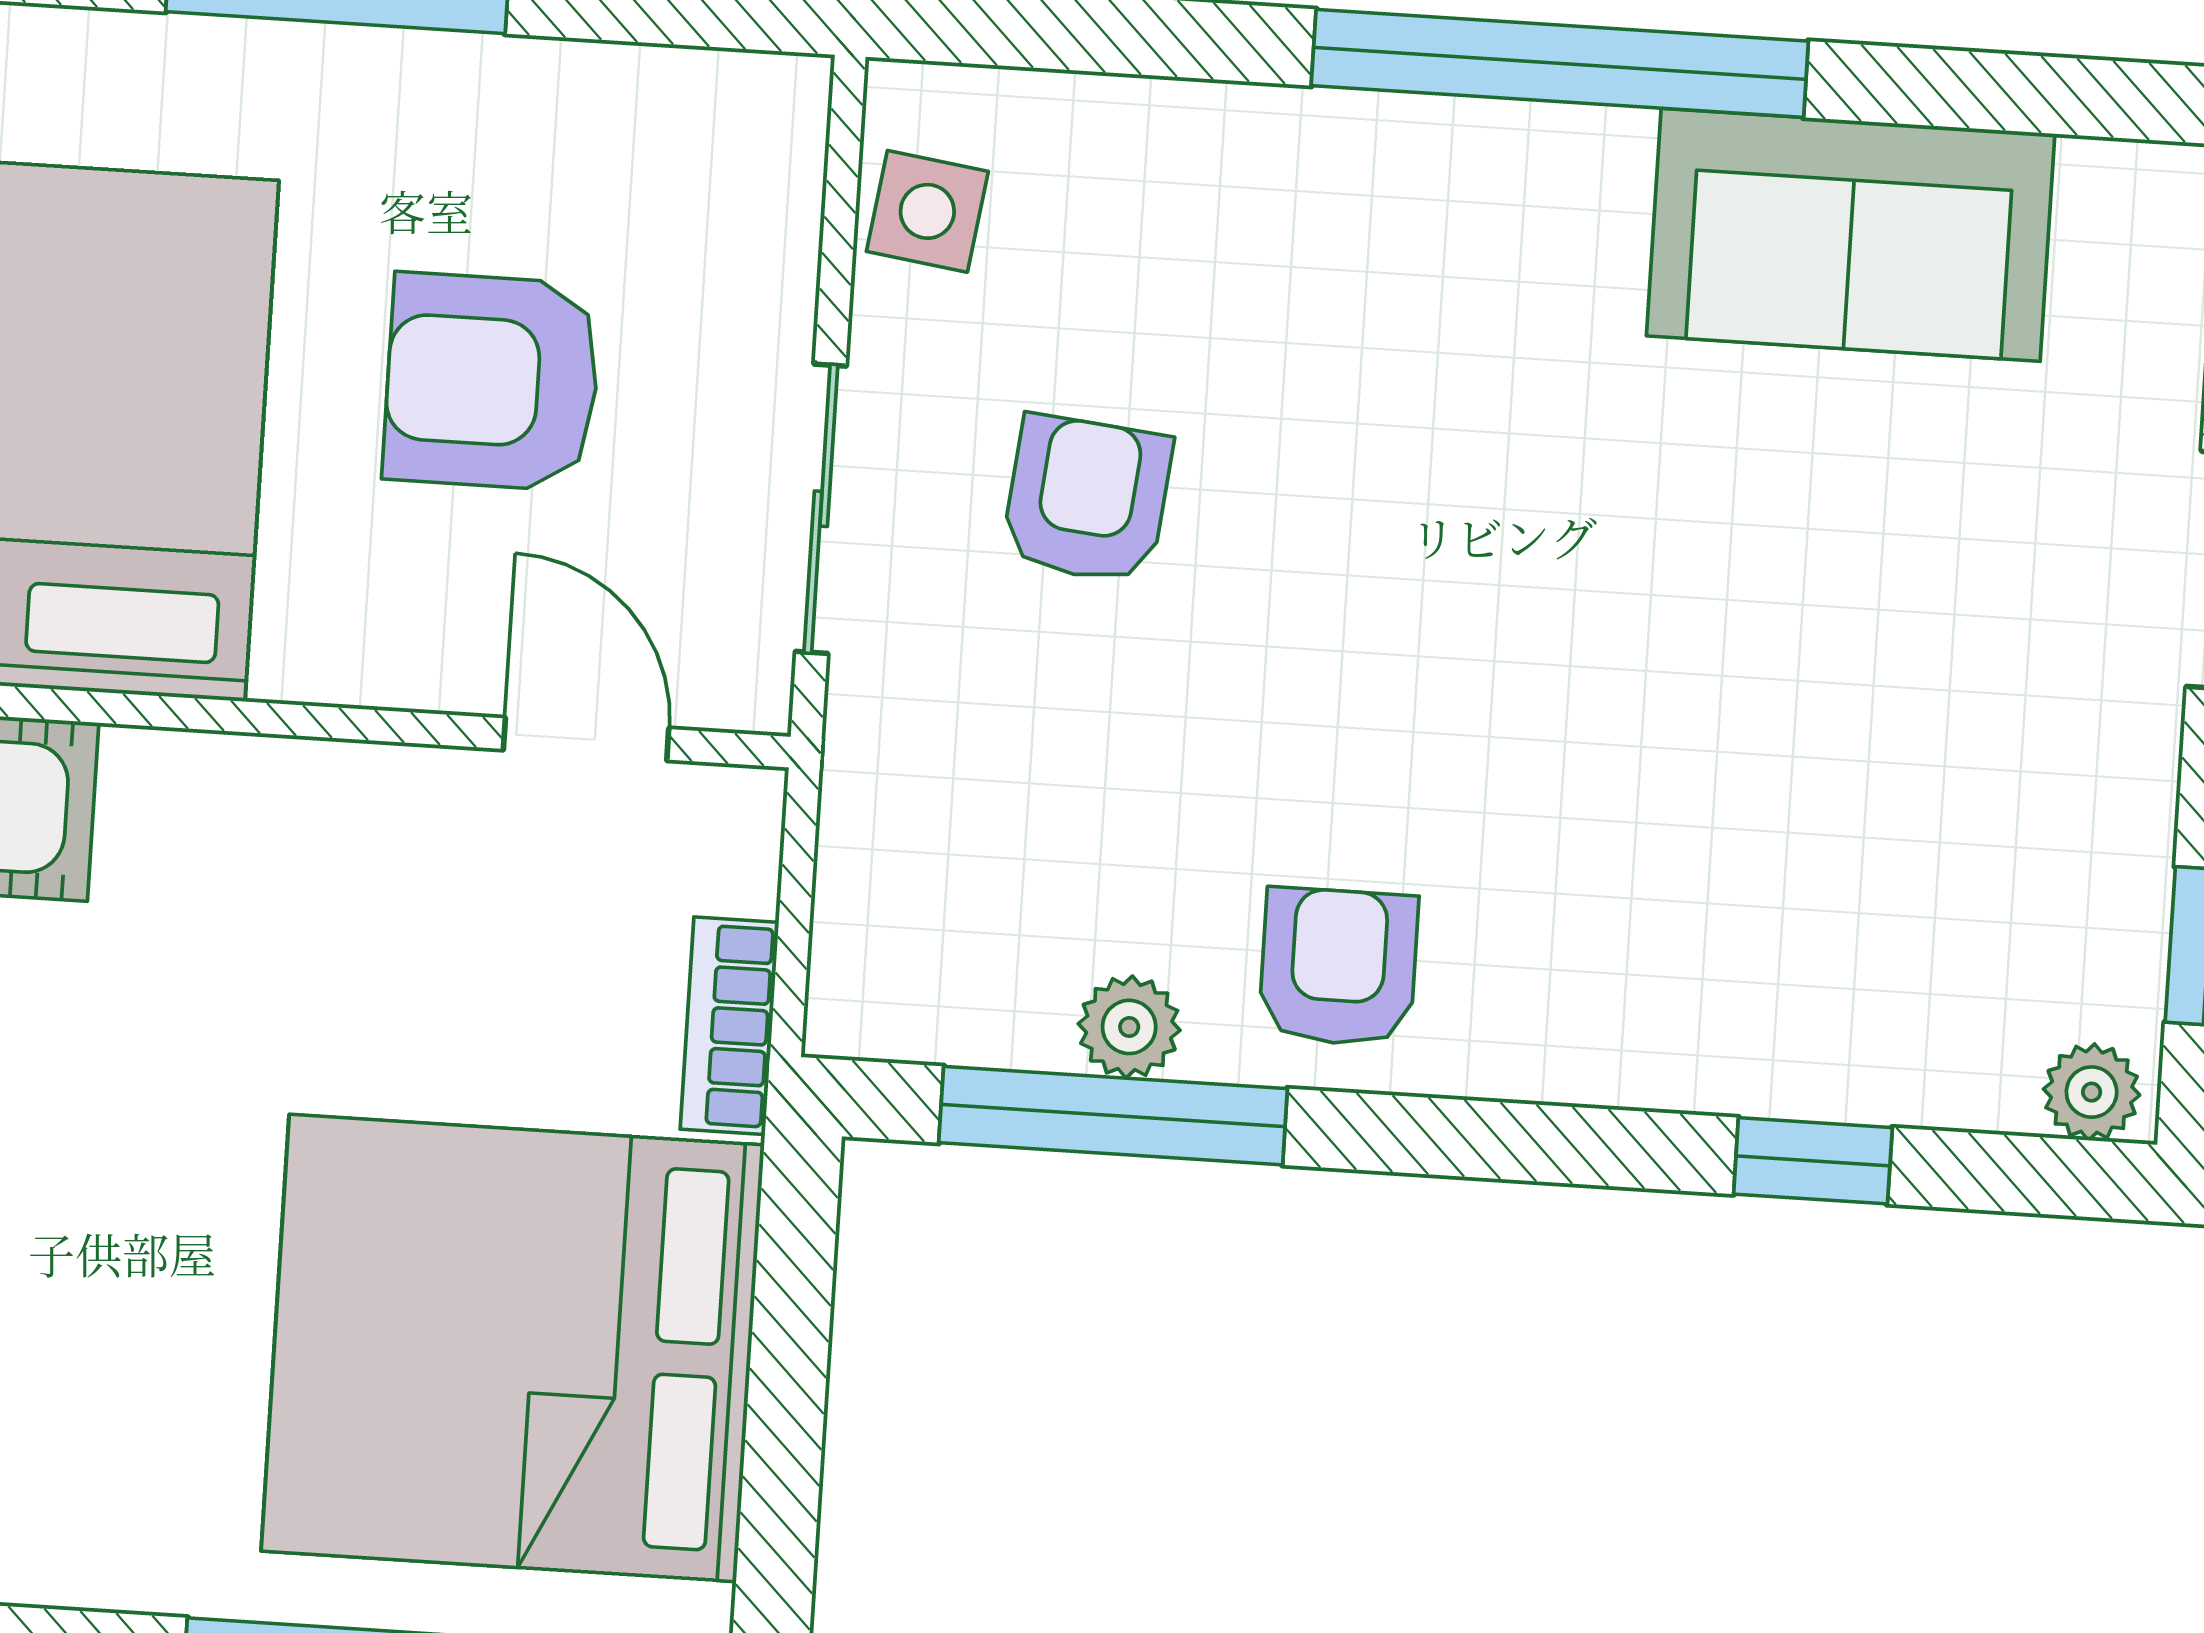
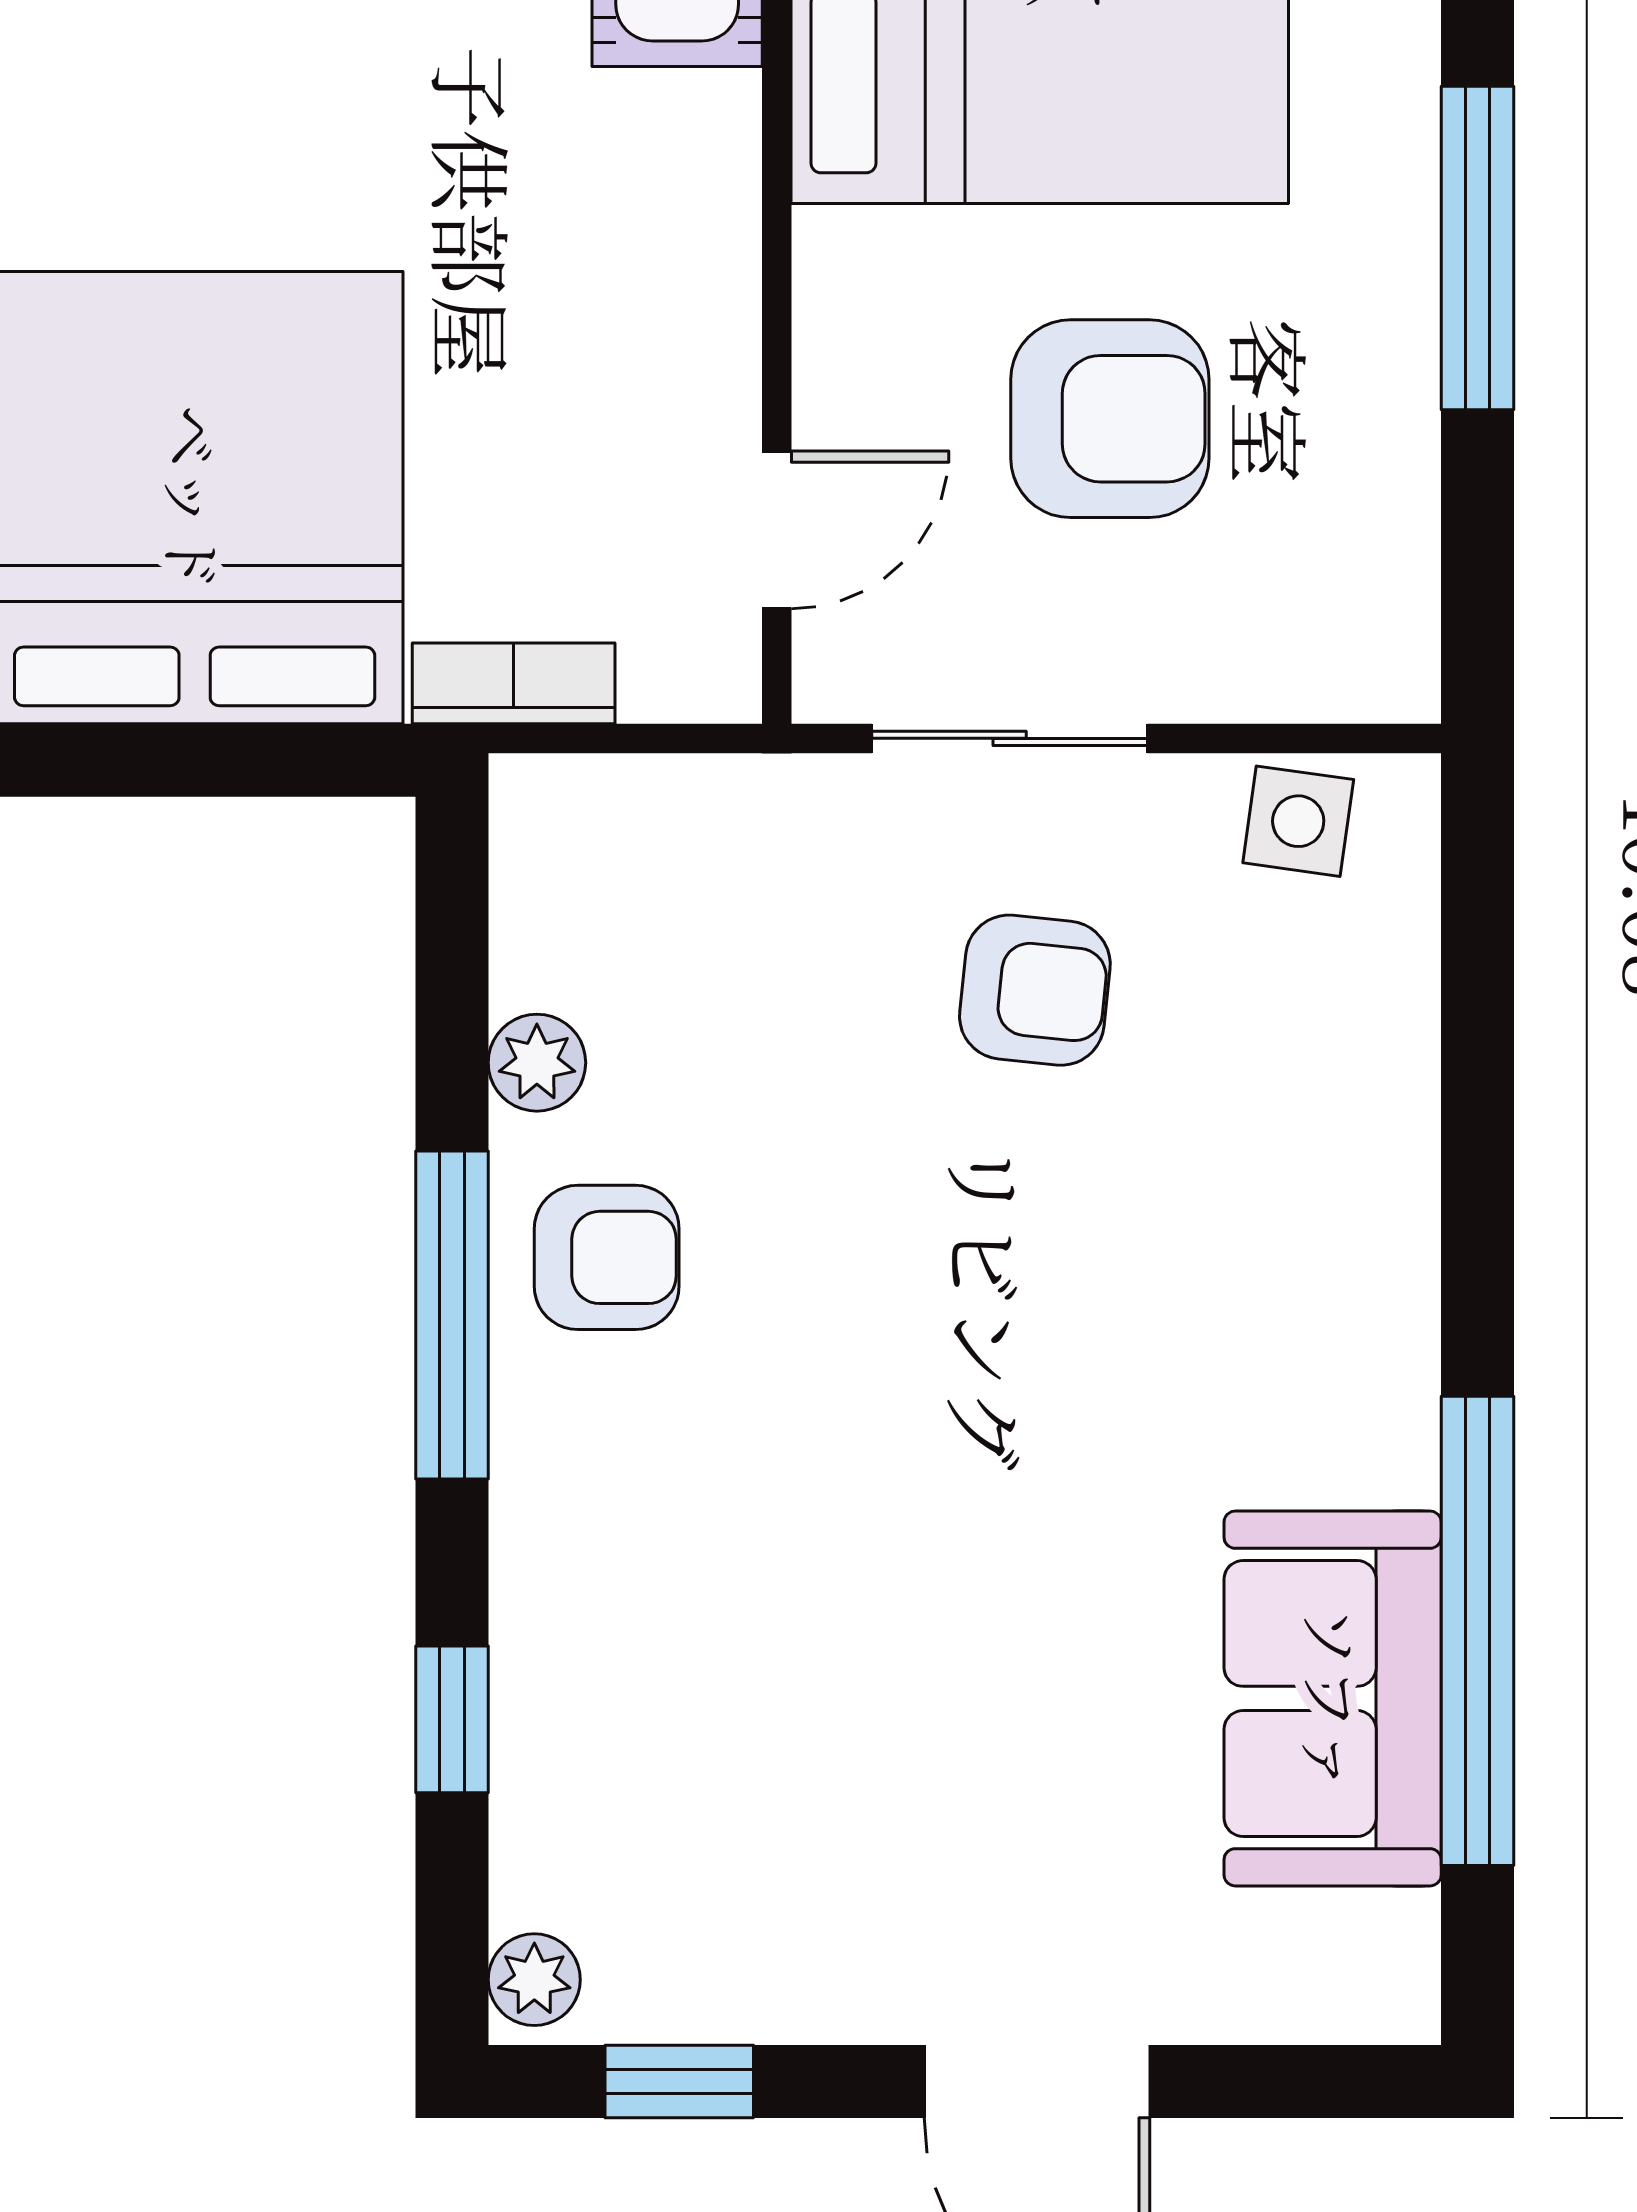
window: (1560, 63) -> (1477, 1631), moved
armchair: (492, 382) -> (1110, 419), turned 90
window: (1113, 1116) -> (452, 1315), moved

